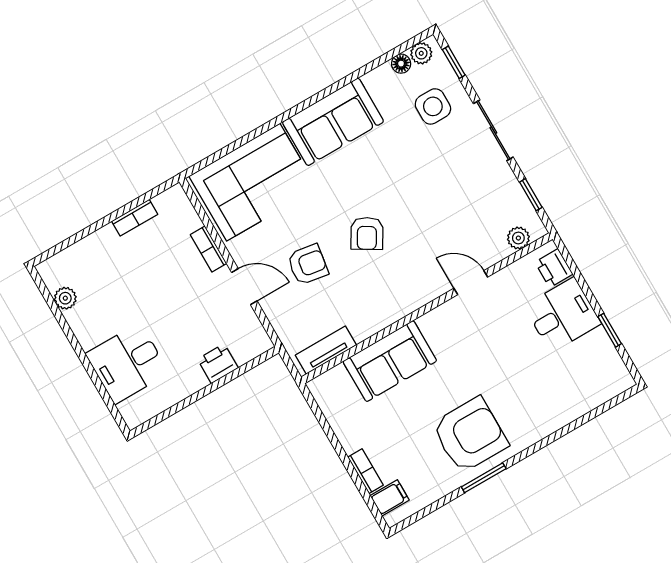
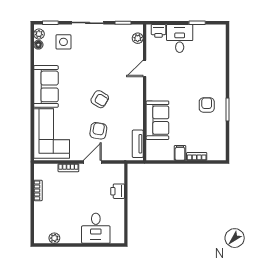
armchair: (470, 435) -> (207, 105), width x0.53, depth x0.53
filing cabinet: (390, 498) -> (180, 153), moved

